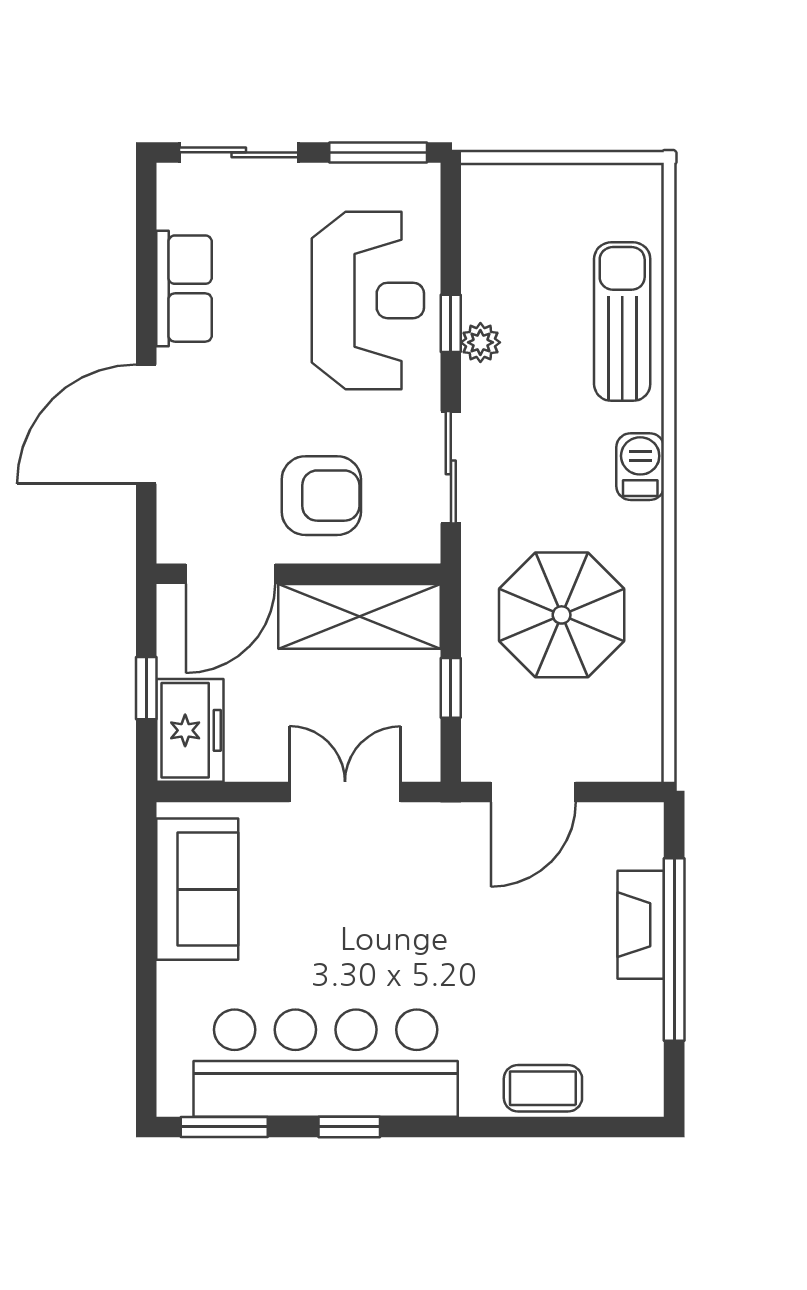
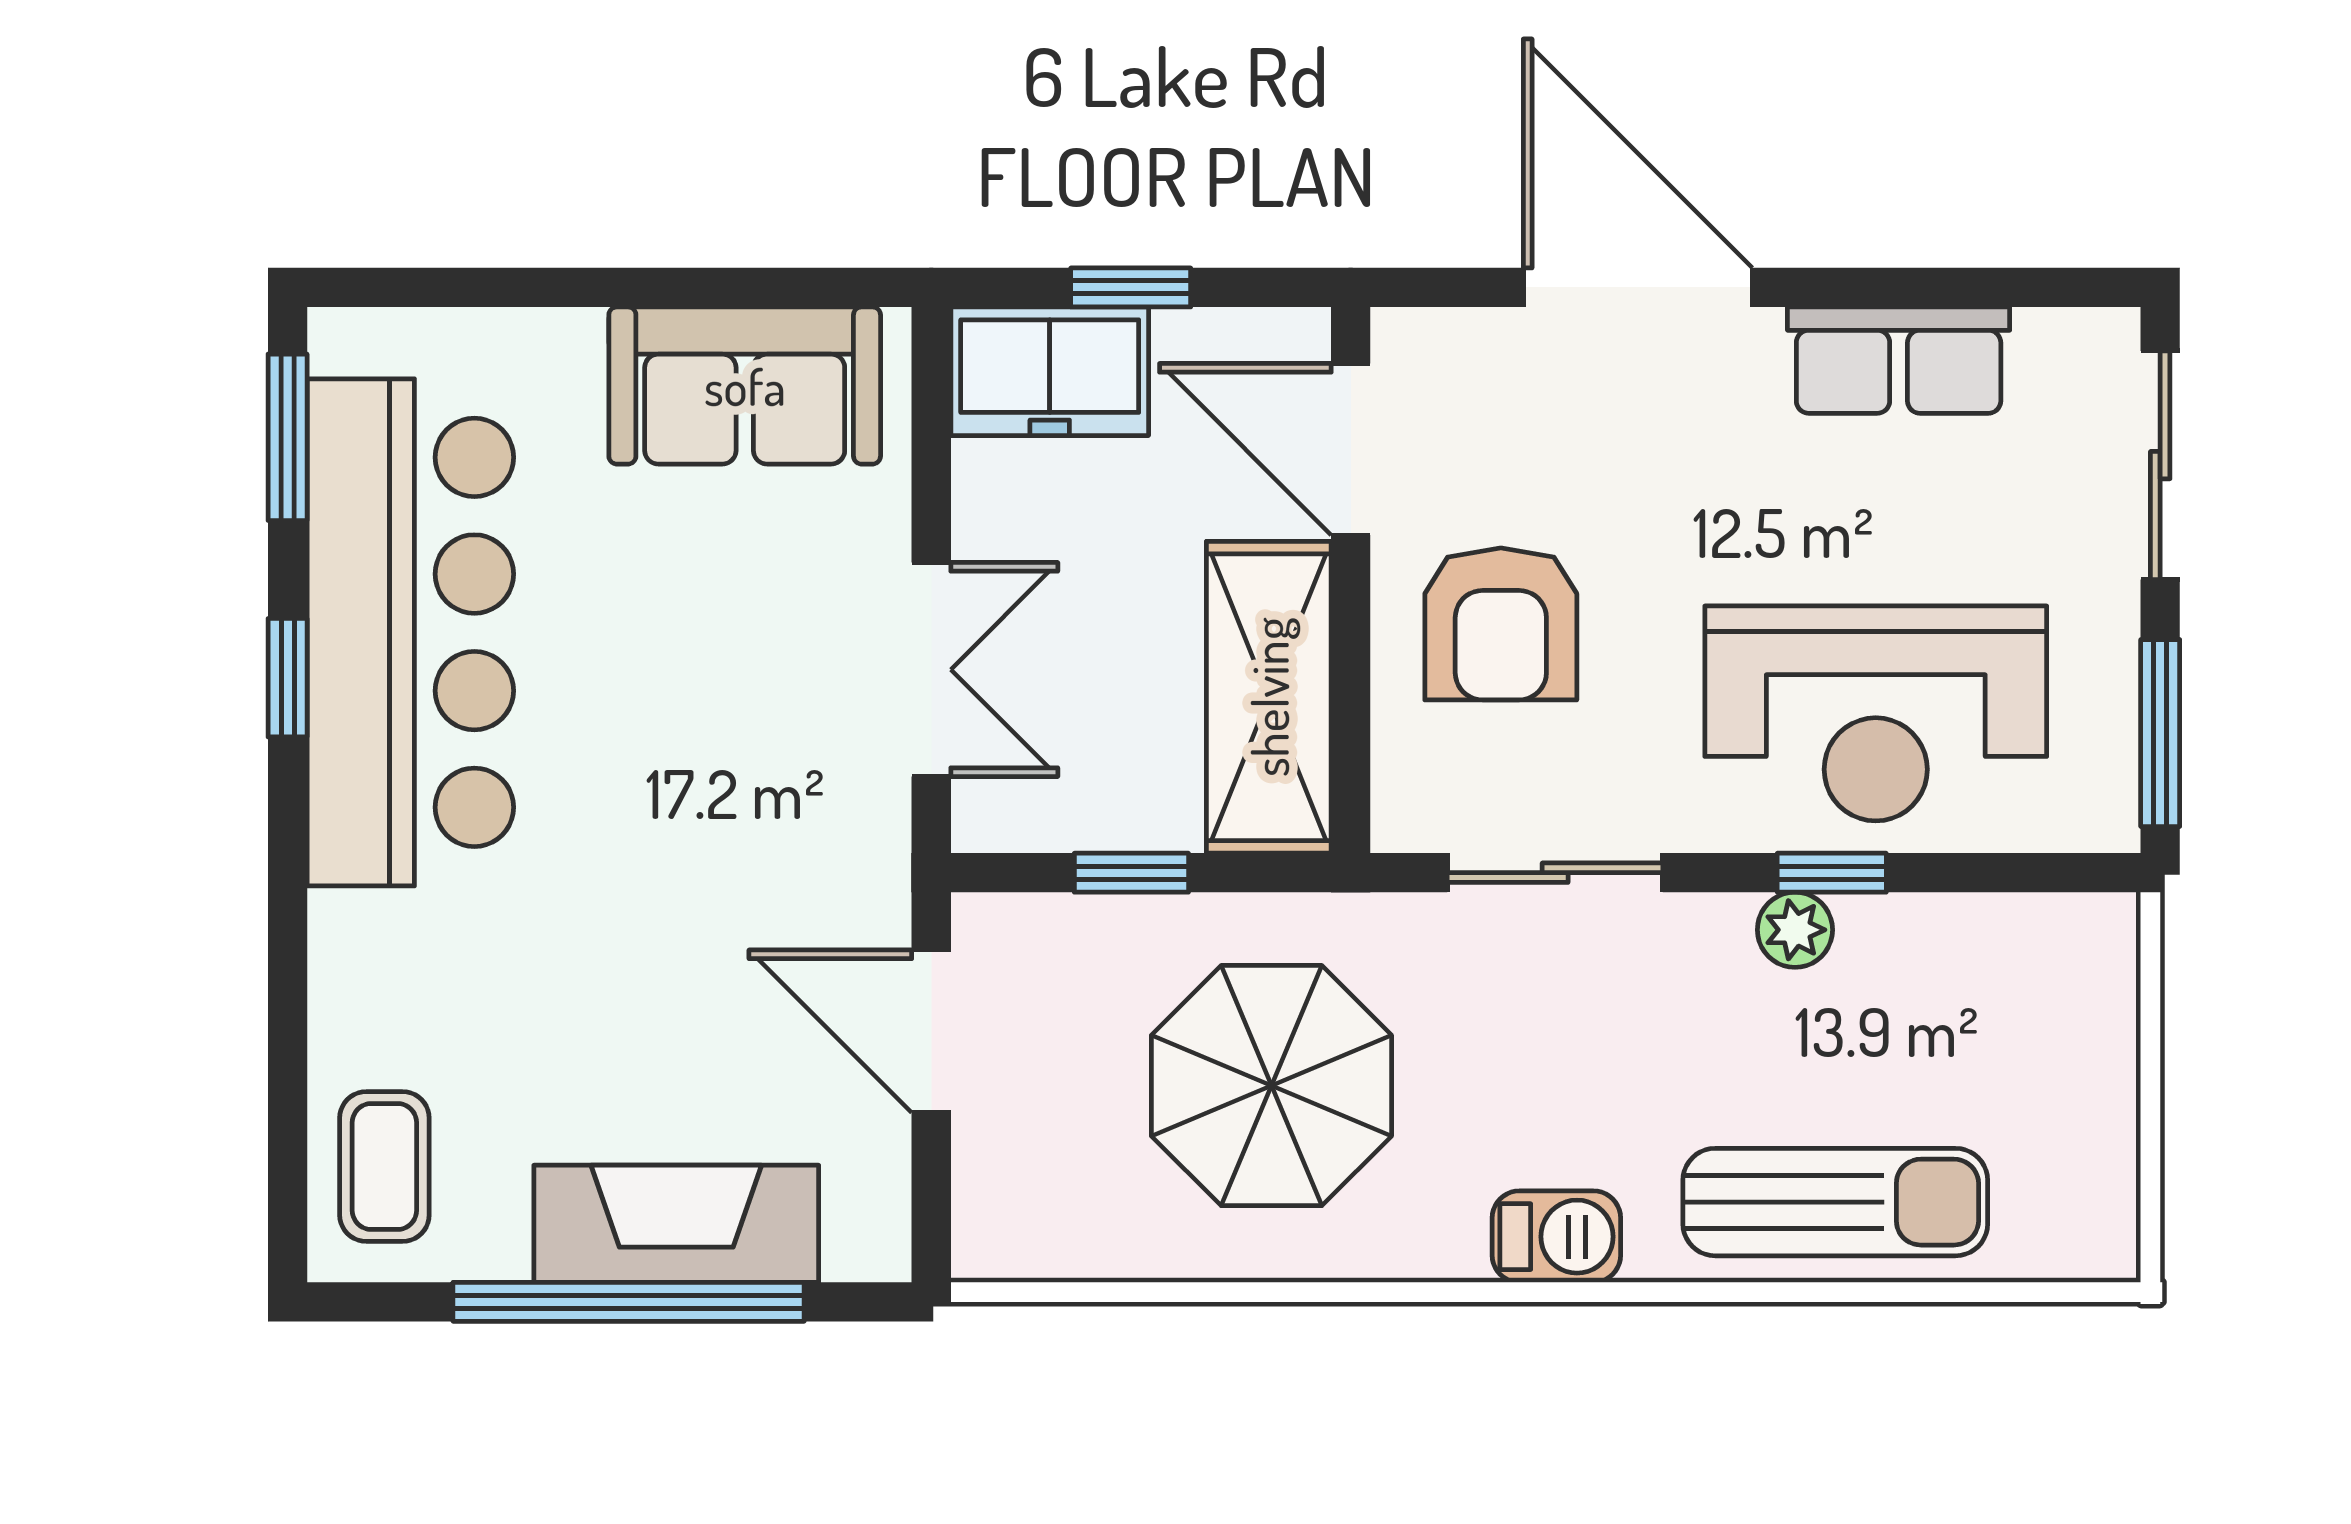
fireplace: (641, 925) -> (676, 1224), width x1.37, depth x1.32
coffee table: (543, 1088) -> (384, 1167), moved

